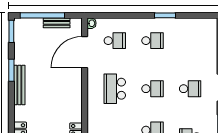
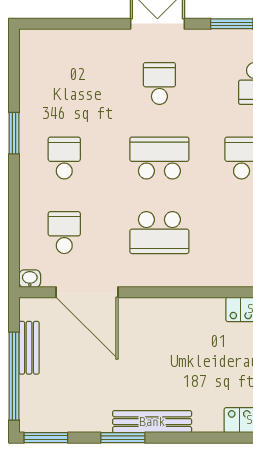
school desk: (152, 89) -> (159, 158), width x1.85

